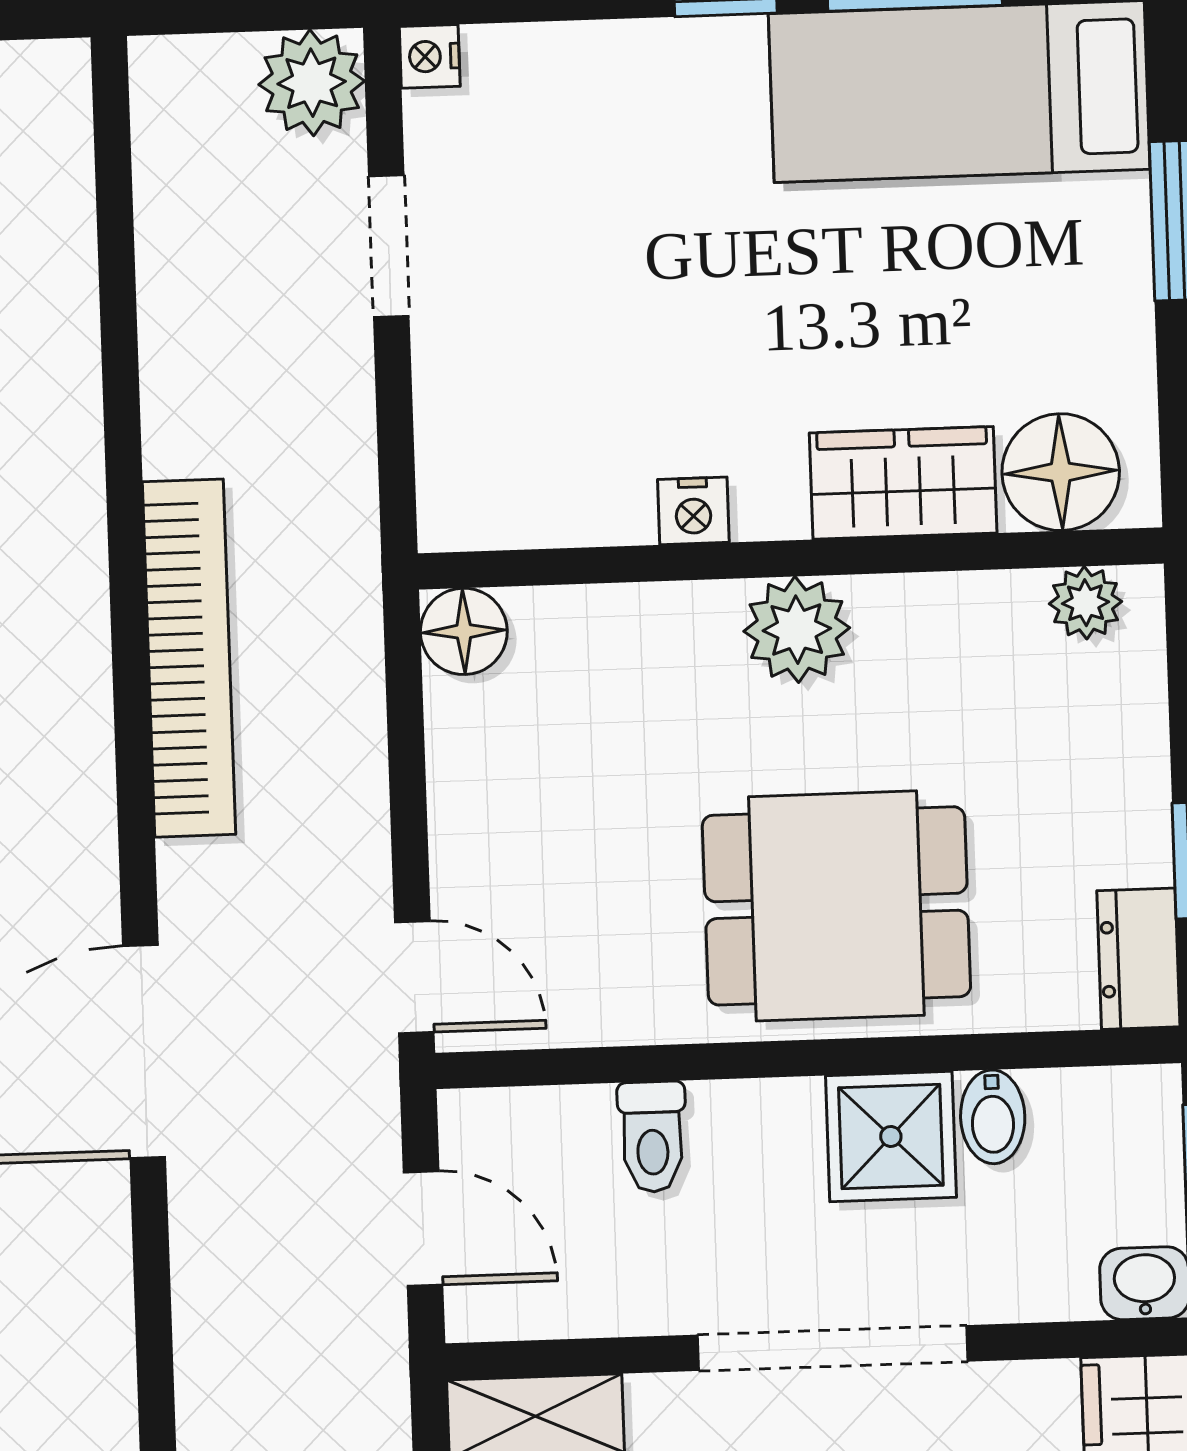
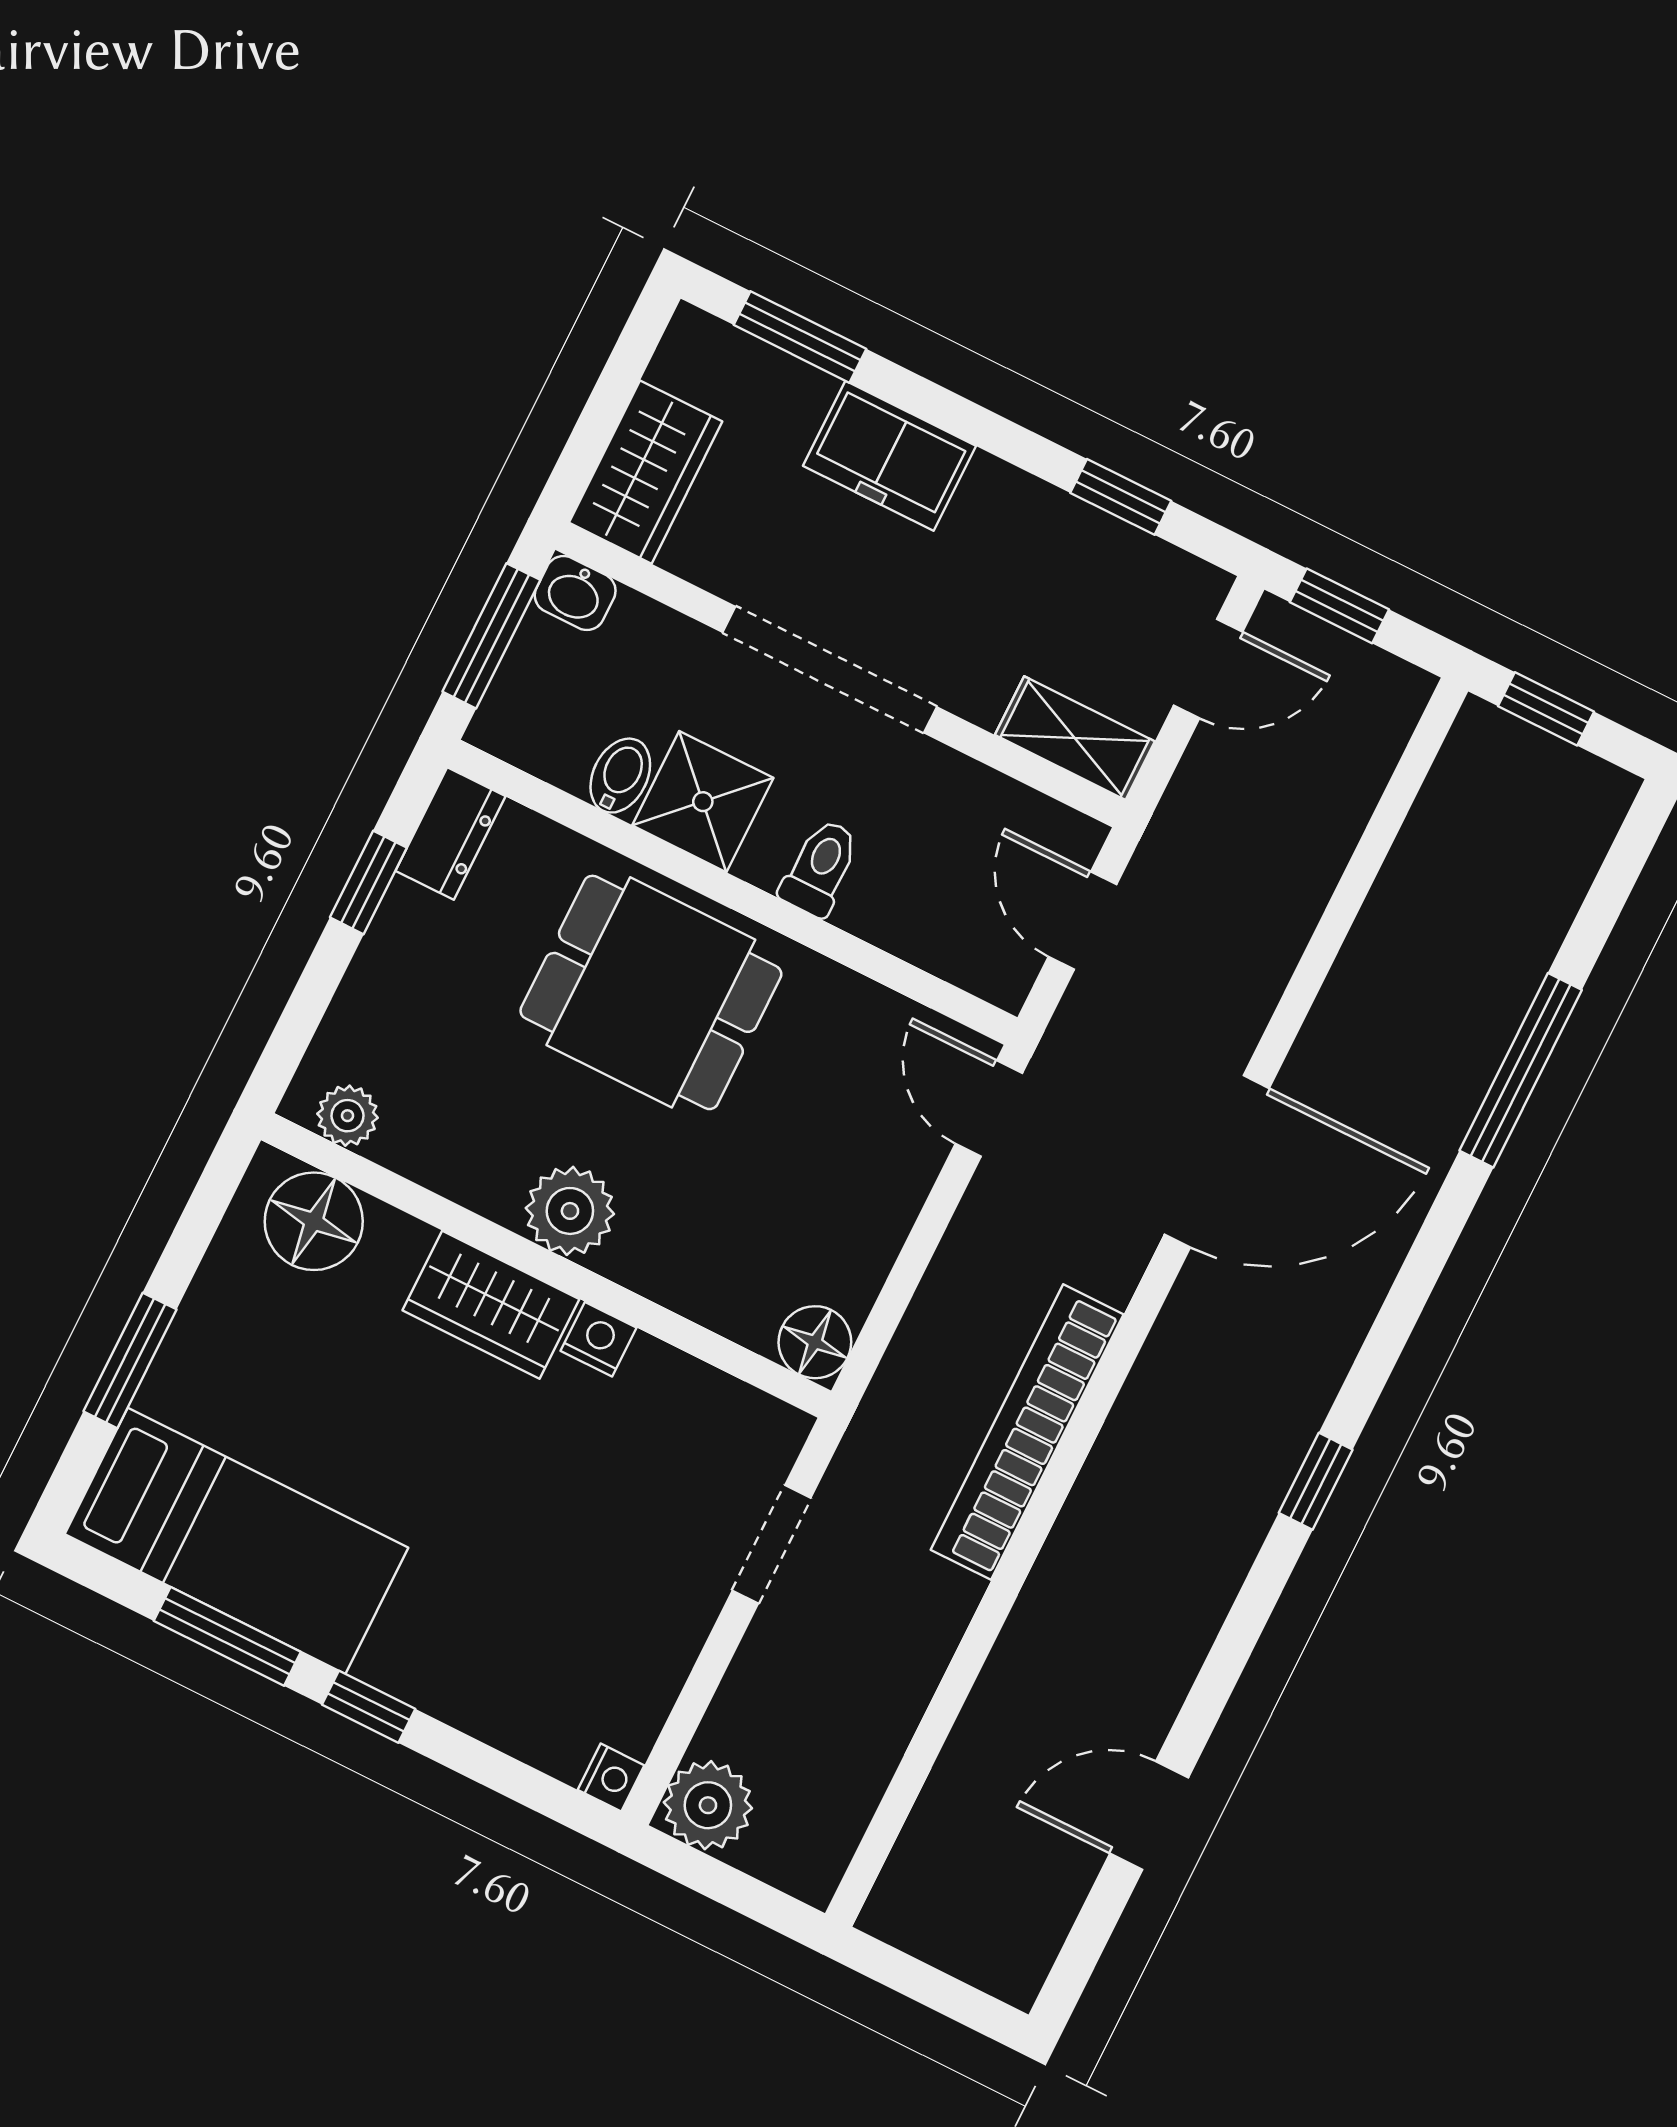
doorway: (389, 246) -> (772, 1544), moved
wardrobe: (903, 483) -> (491, 1305), moved
toilet: (652, 1137) -> (820, 868), moved

